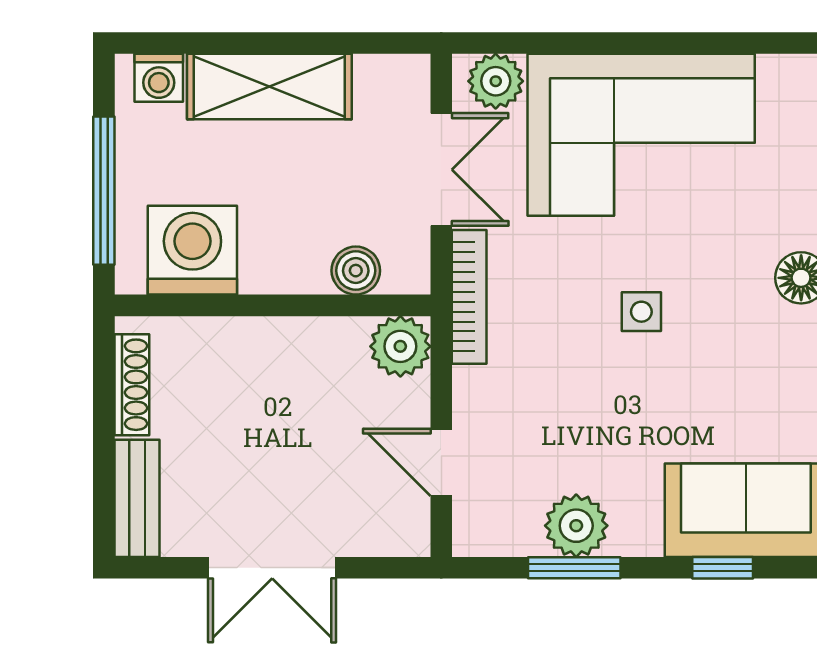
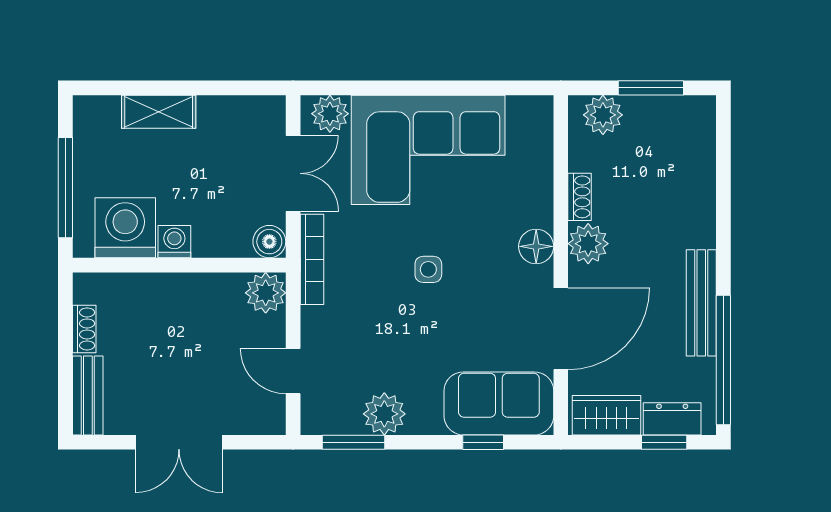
washing machine: (159, 78) -> (174, 242), moved, turned 180
shelving: (269, 87) -> (159, 112), width x0.67, depth x0.75
boiler: (356, 271) -> (269, 242), moved
shoe rack: (132, 385) -> (84, 329), width x0.70
window: (574, 568) -> (353, 442), moved

